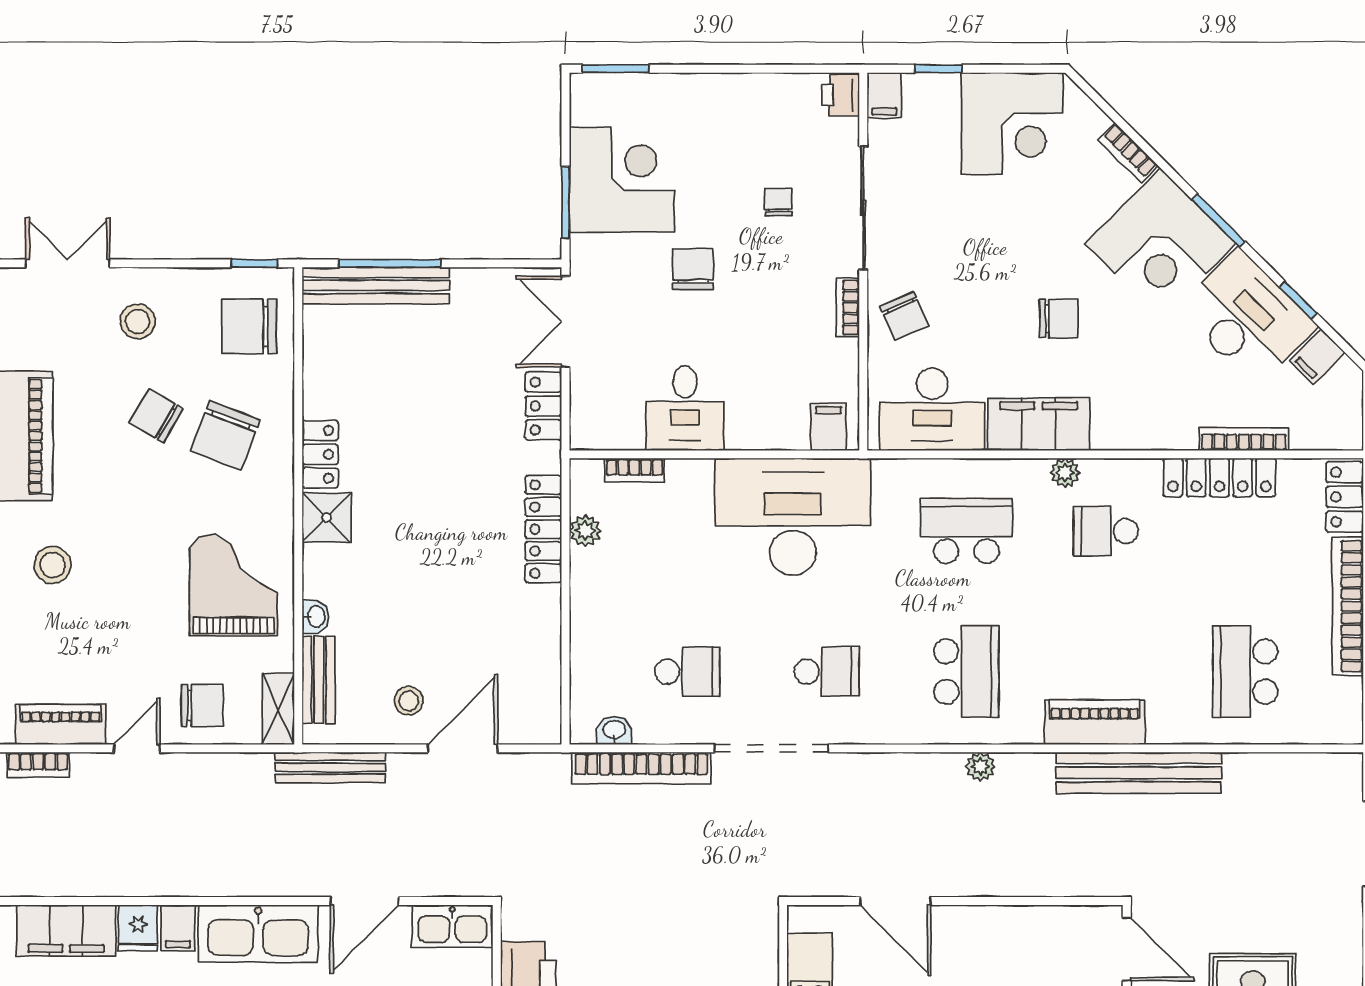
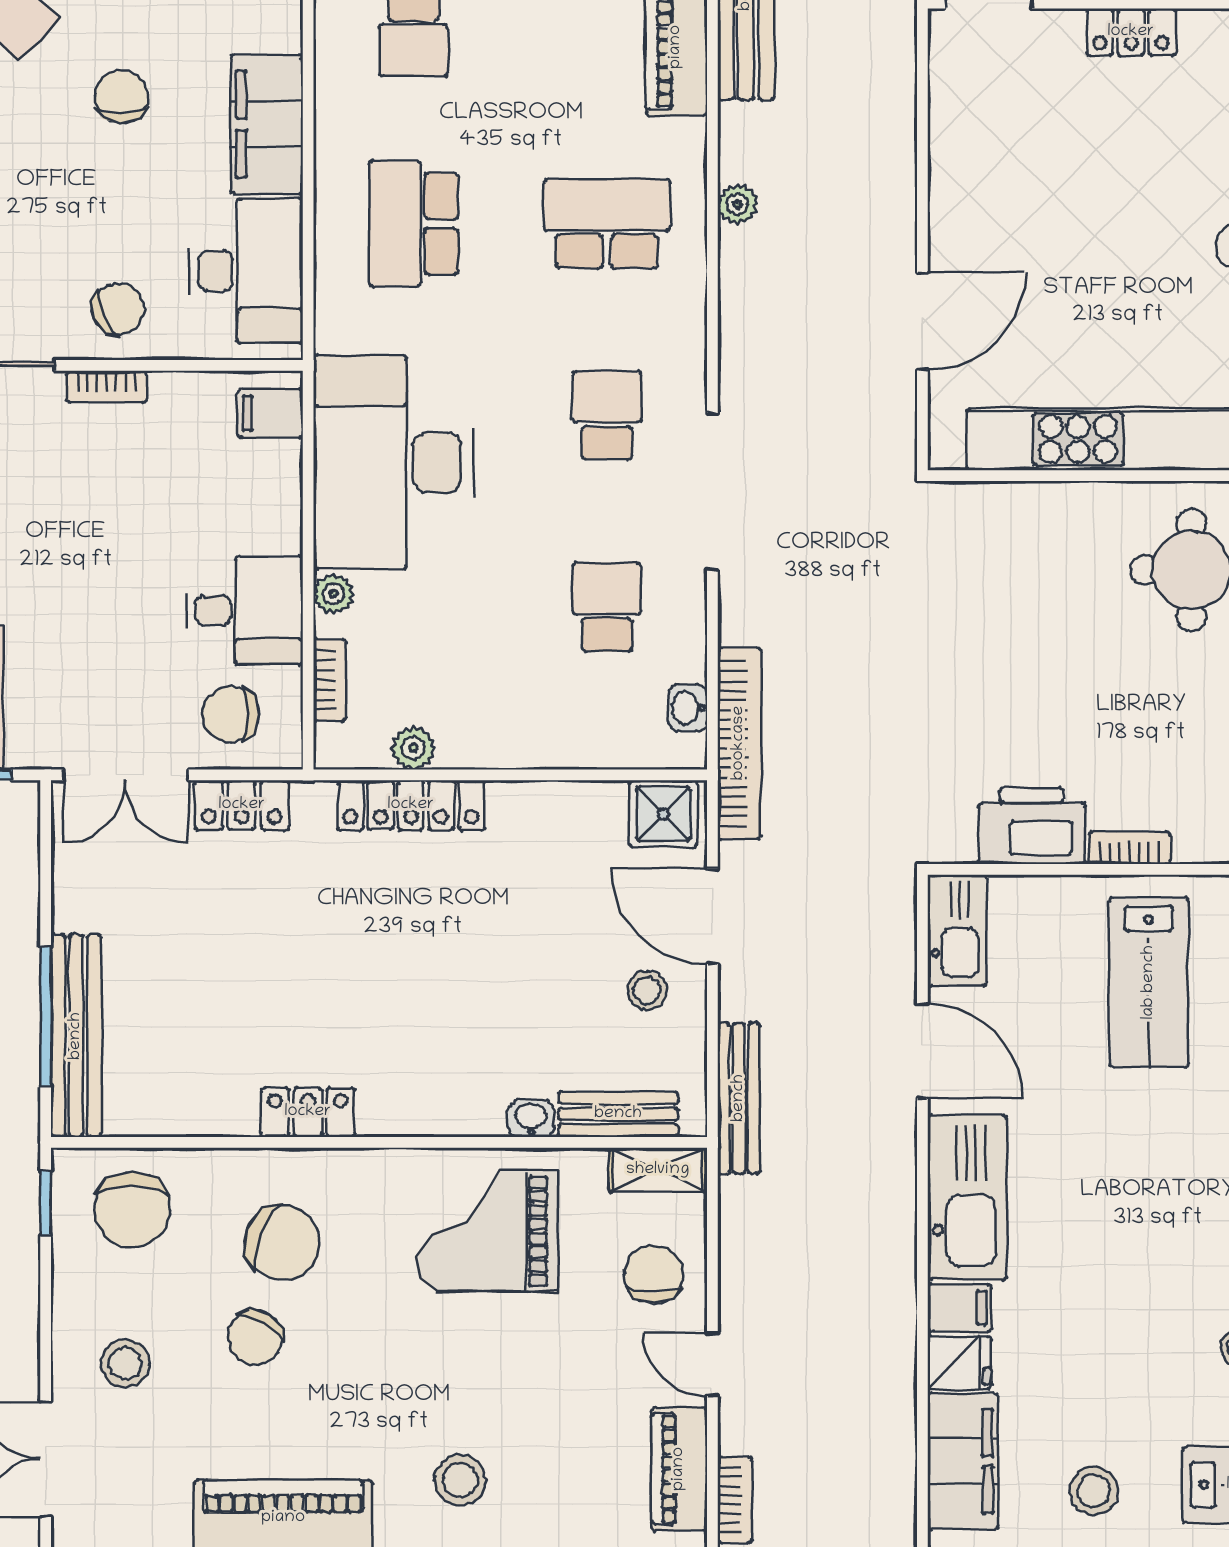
chair: (693, 269) -> (231, 714), moved
plant: (1065, 473) -> (334, 594), moved
shower: (327, 518) -> (663, 814), moved
bookcase: (641, 768) -> (739, 743), moved

